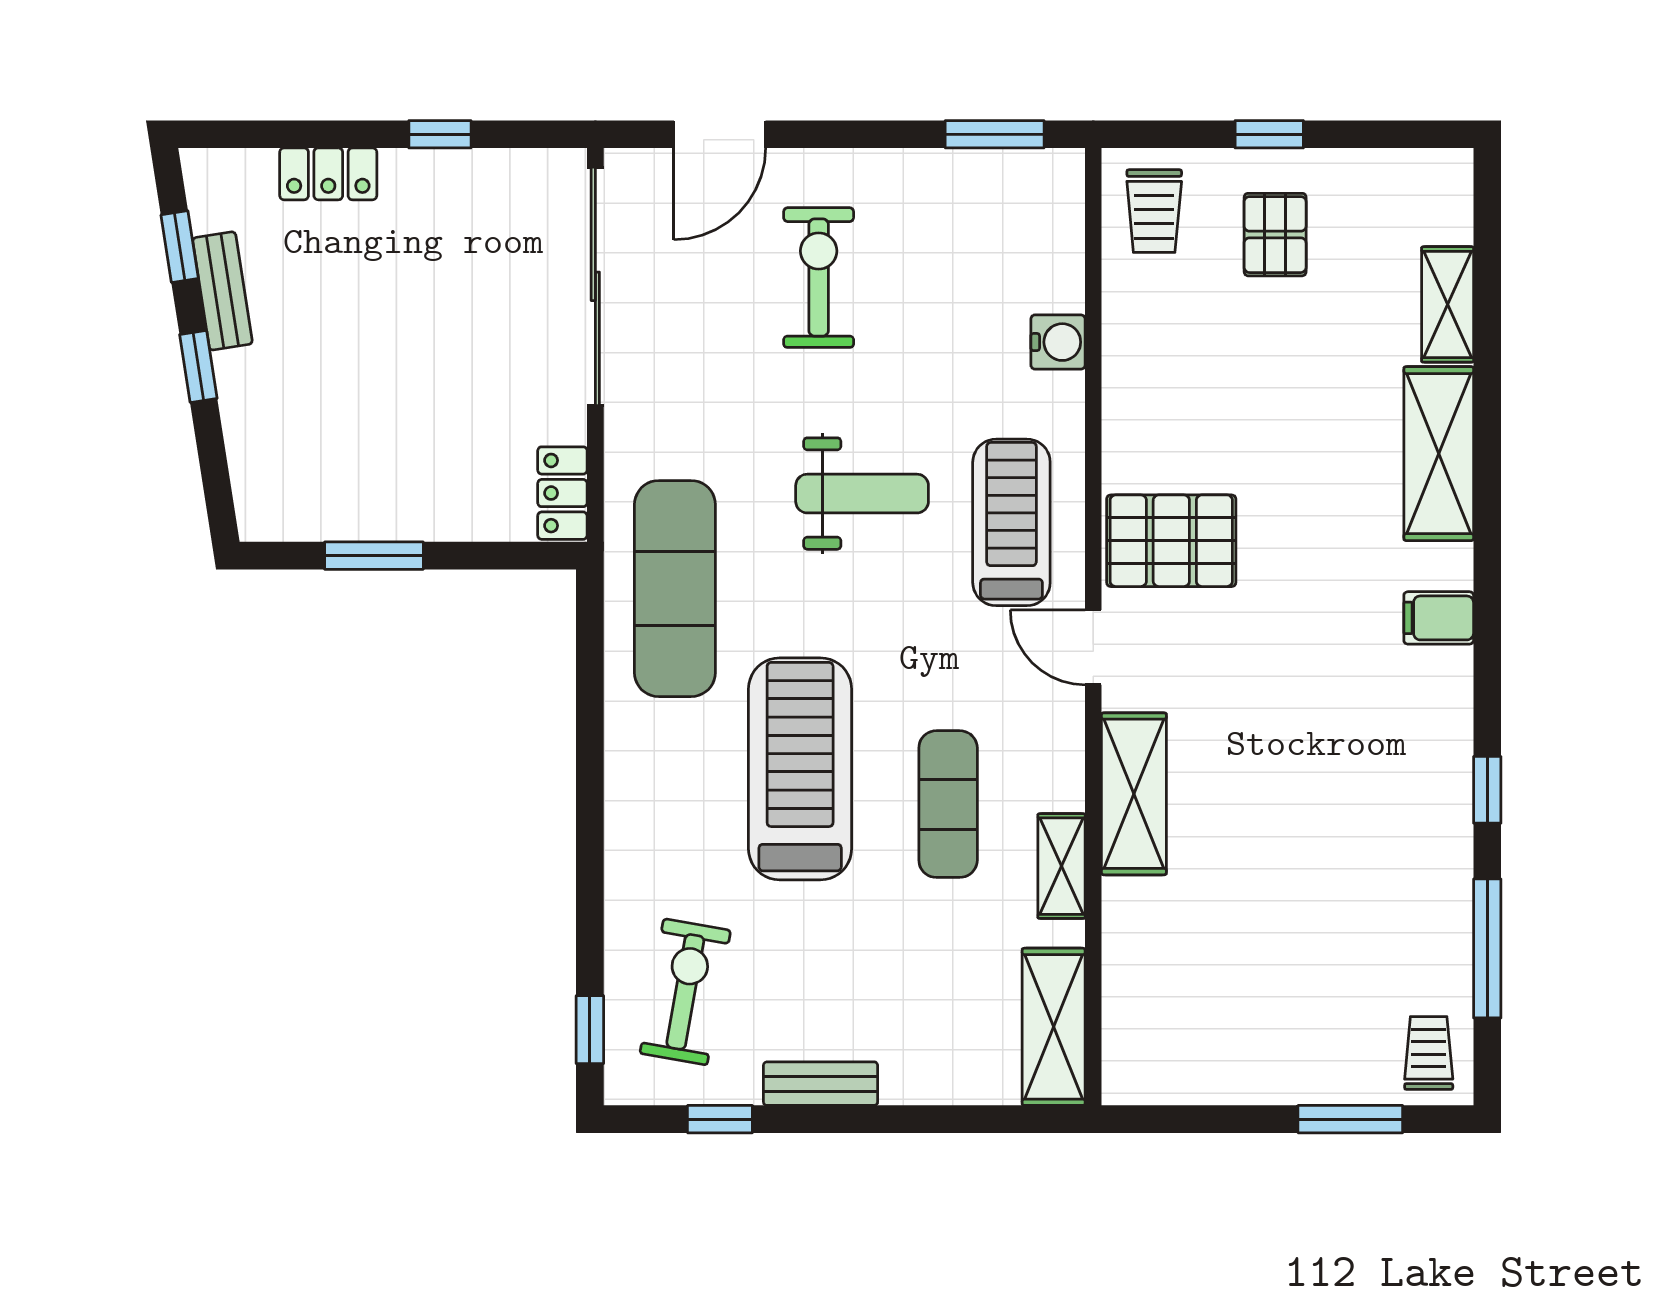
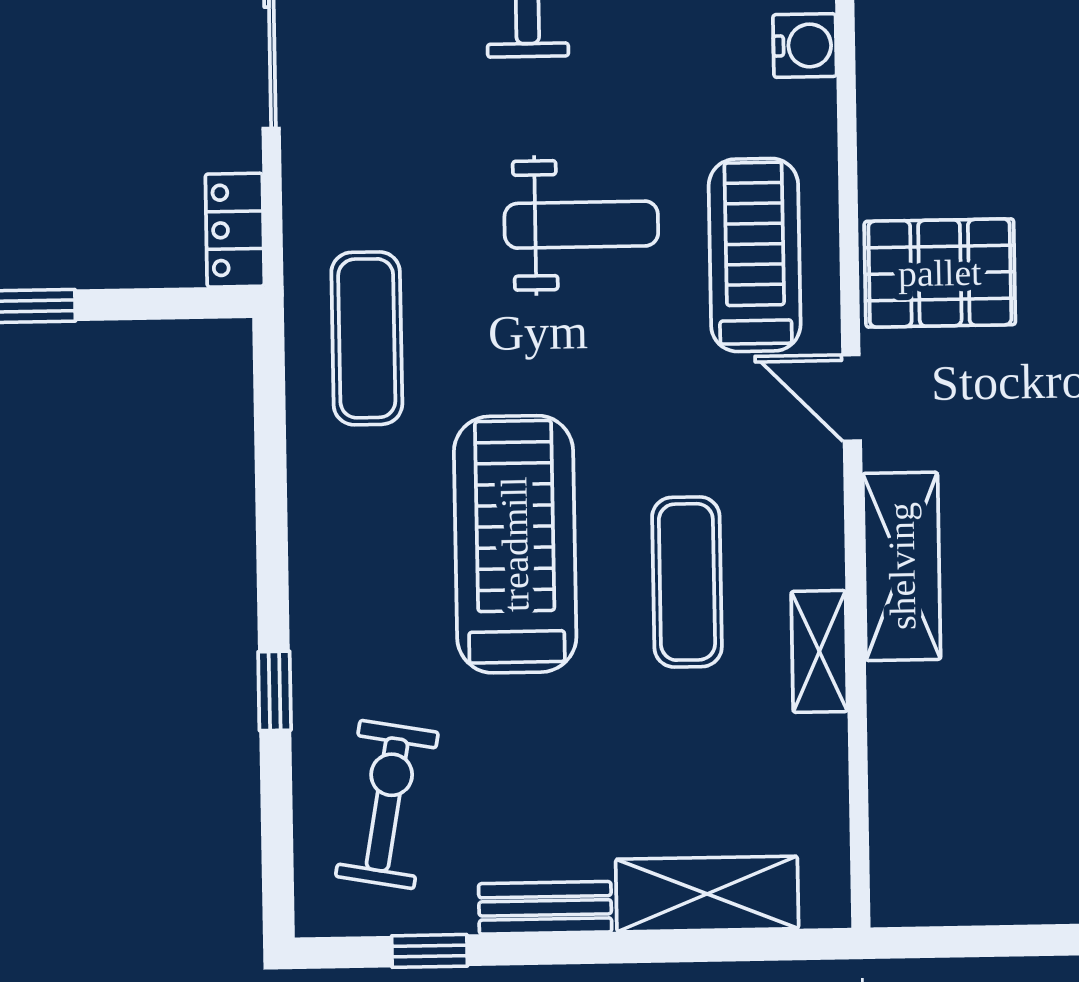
exercise mat: (675, 589) -> (367, 338), width x0.73, depth x0.69
shelving: (1054, 1027) -> (707, 894), moved, turned 90
window: (590, 1030) -> (275, 691), moved

